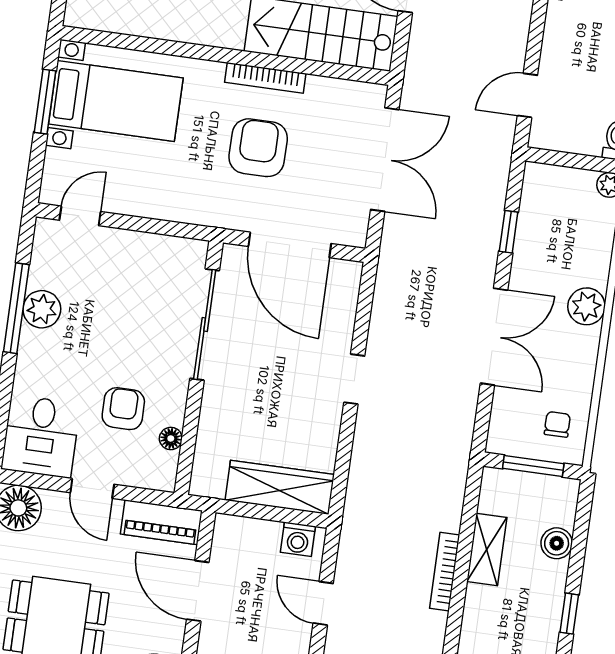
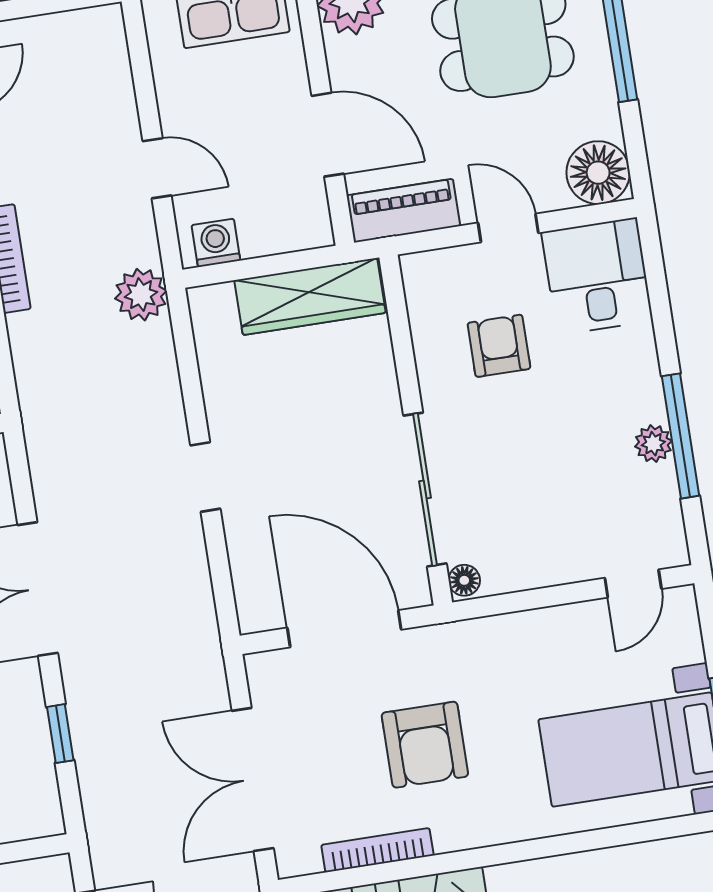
bookcase: (265, 78) -> (377, 850), moved
plant: (42, 309) -> (653, 444), width x0.73, depth x0.73
armchair: (123, 409) -> (499, 346), turned 180
floor lamp: (171, 438) -> (464, 580), moved
wardrobe: (280, 487) -> (310, 296), moved
plant: (361, 519) -> (141, 295), added

